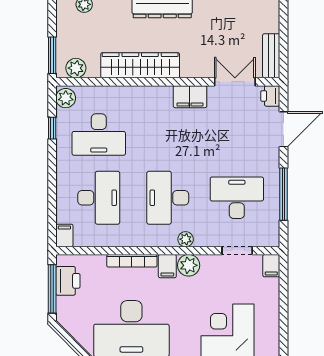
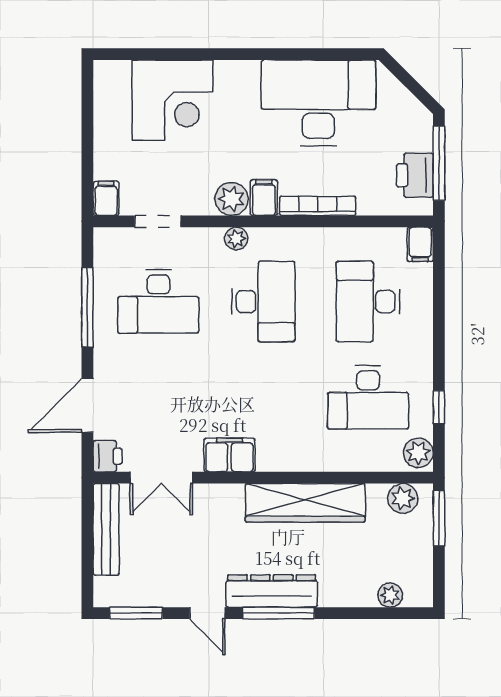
bench: (271, 56) -> (106, 529), width x1.36
desk: (99, 135) -> (368, 397), turned 180

